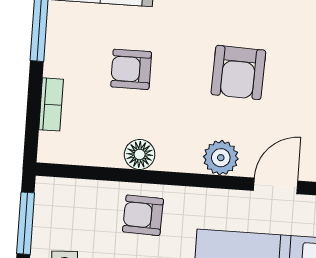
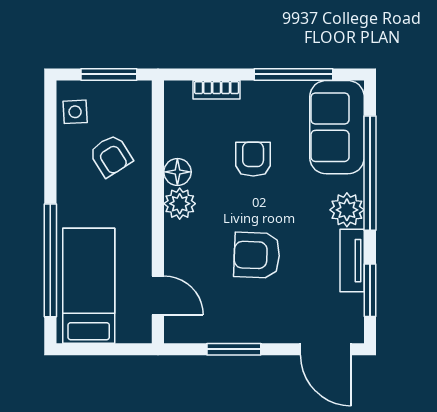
plant: (221, 158) -> (180, 204), moved
armchair: (143, 215) -> (111, 156), moved, turned 146

